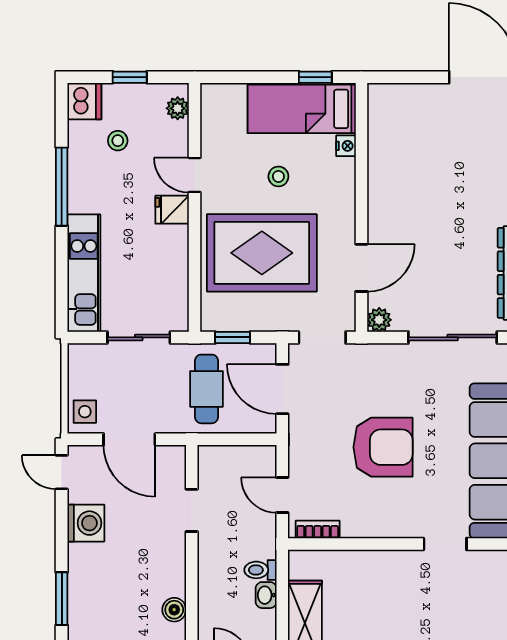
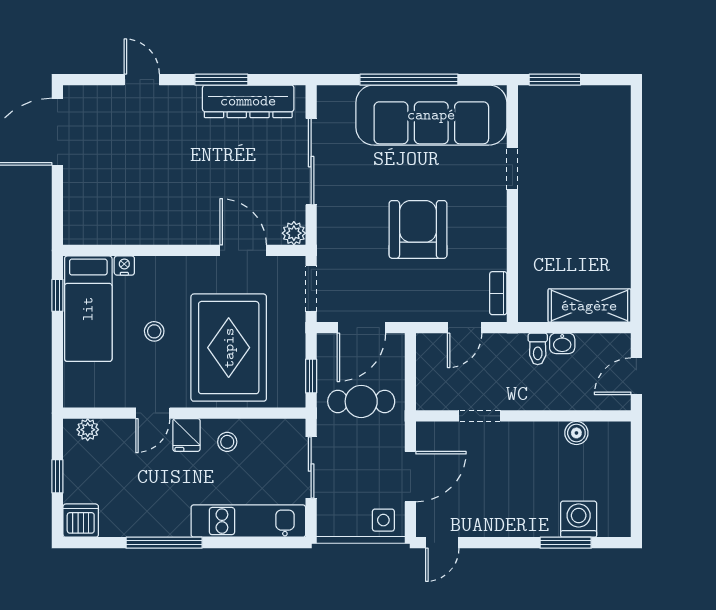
stool: (118, 141) -> (227, 442), moved
washing machine: (86, 523) -> (579, 519), moved

